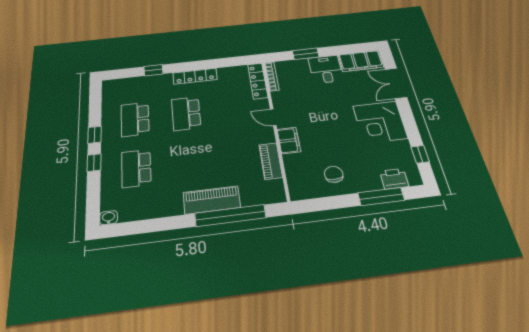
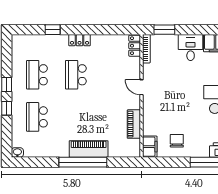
window: (306, 54) -> (164, 30), moved
locker: (195, 76) -> (80, 40), width x0.66
locker: (258, 81) -> (135, 46), width x0.66
filing cabinet: (289, 140) -> (150, 147), moved
window: (230, 216) -> (83, 162), moved

